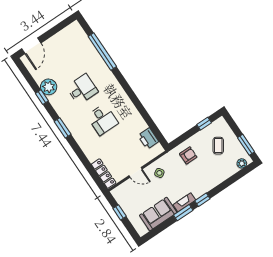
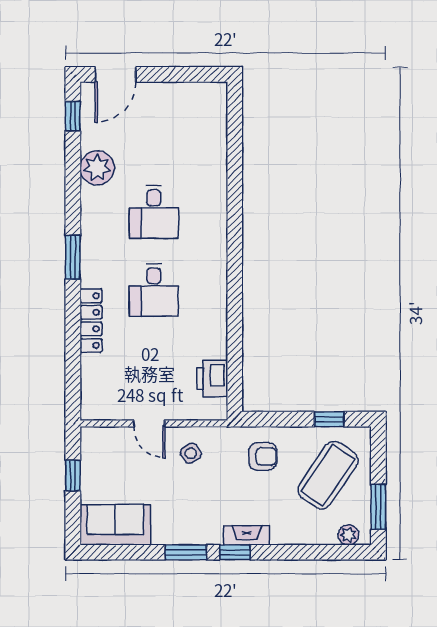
window: (102, 52) -> (235, 170), removed
desk: (82, 89) -> (154, 212), turned 90
window: (42, 97) -> (73, 116), moved
coffee table: (218, 146) -> (328, 475), width x1.86, depth x1.72
locker: (104, 174) -> (91, 321), moved
fireplace: (184, 202) -> (247, 535), moved
sofa: (158, 214) -> (115, 525), moved

